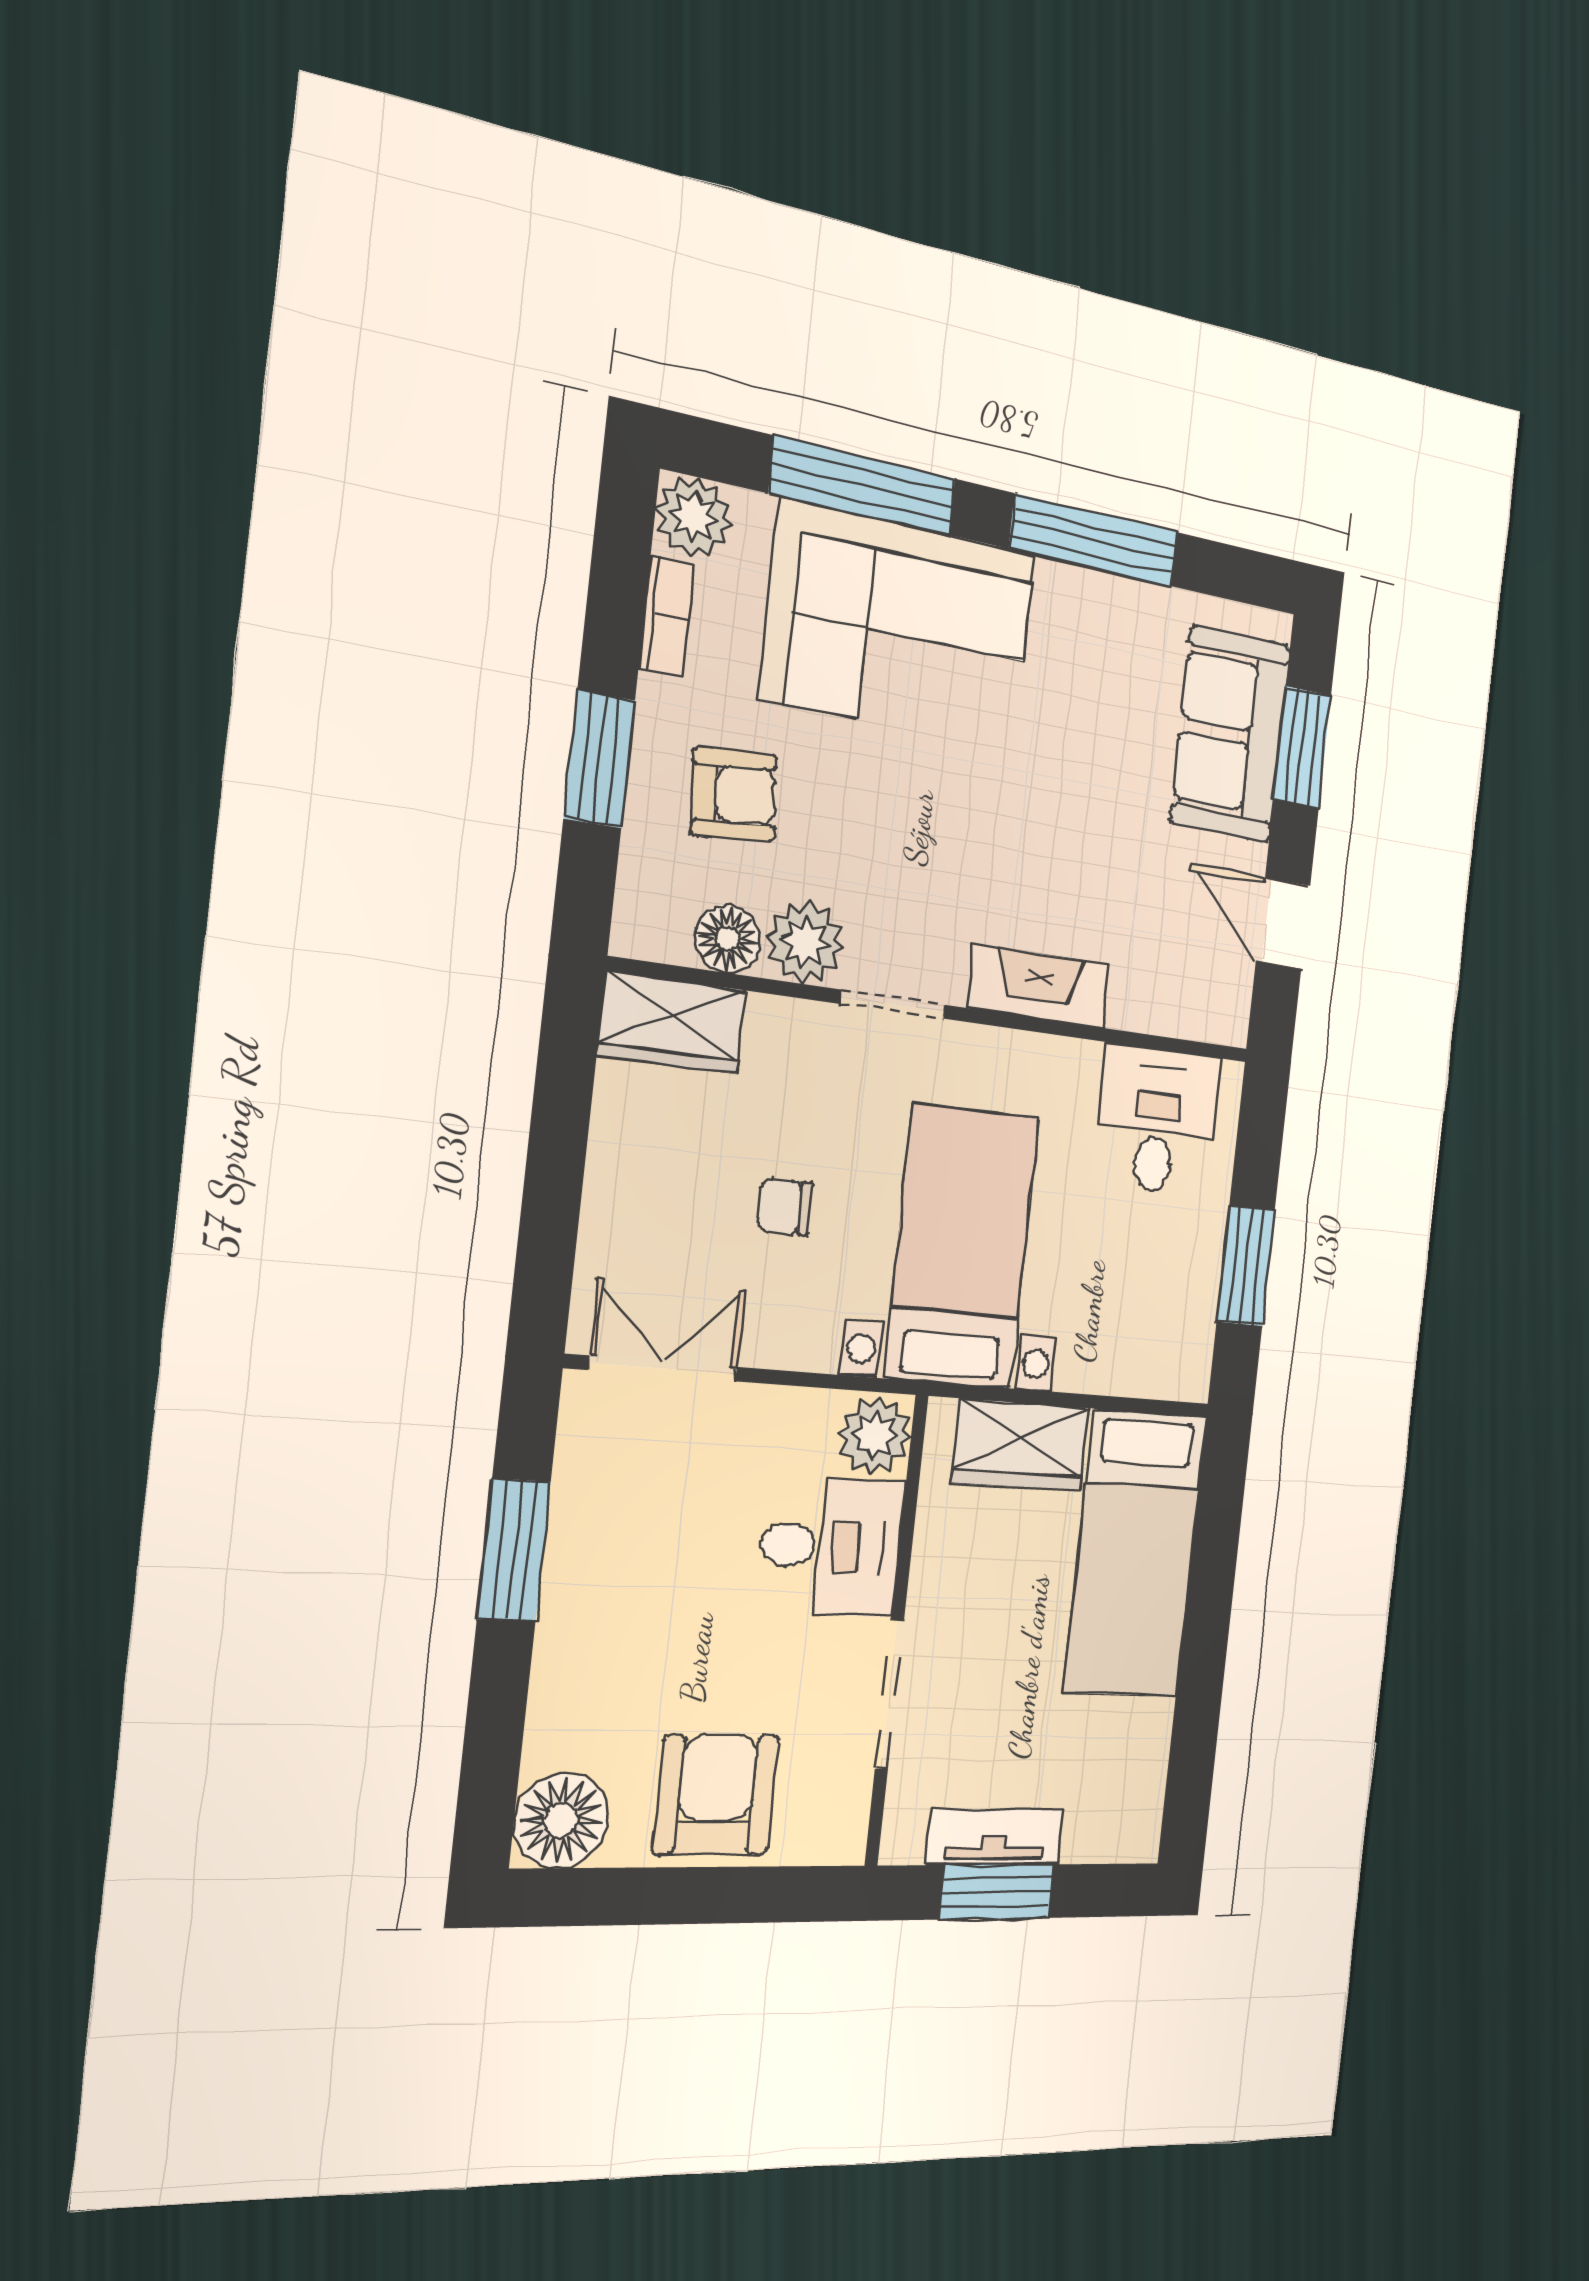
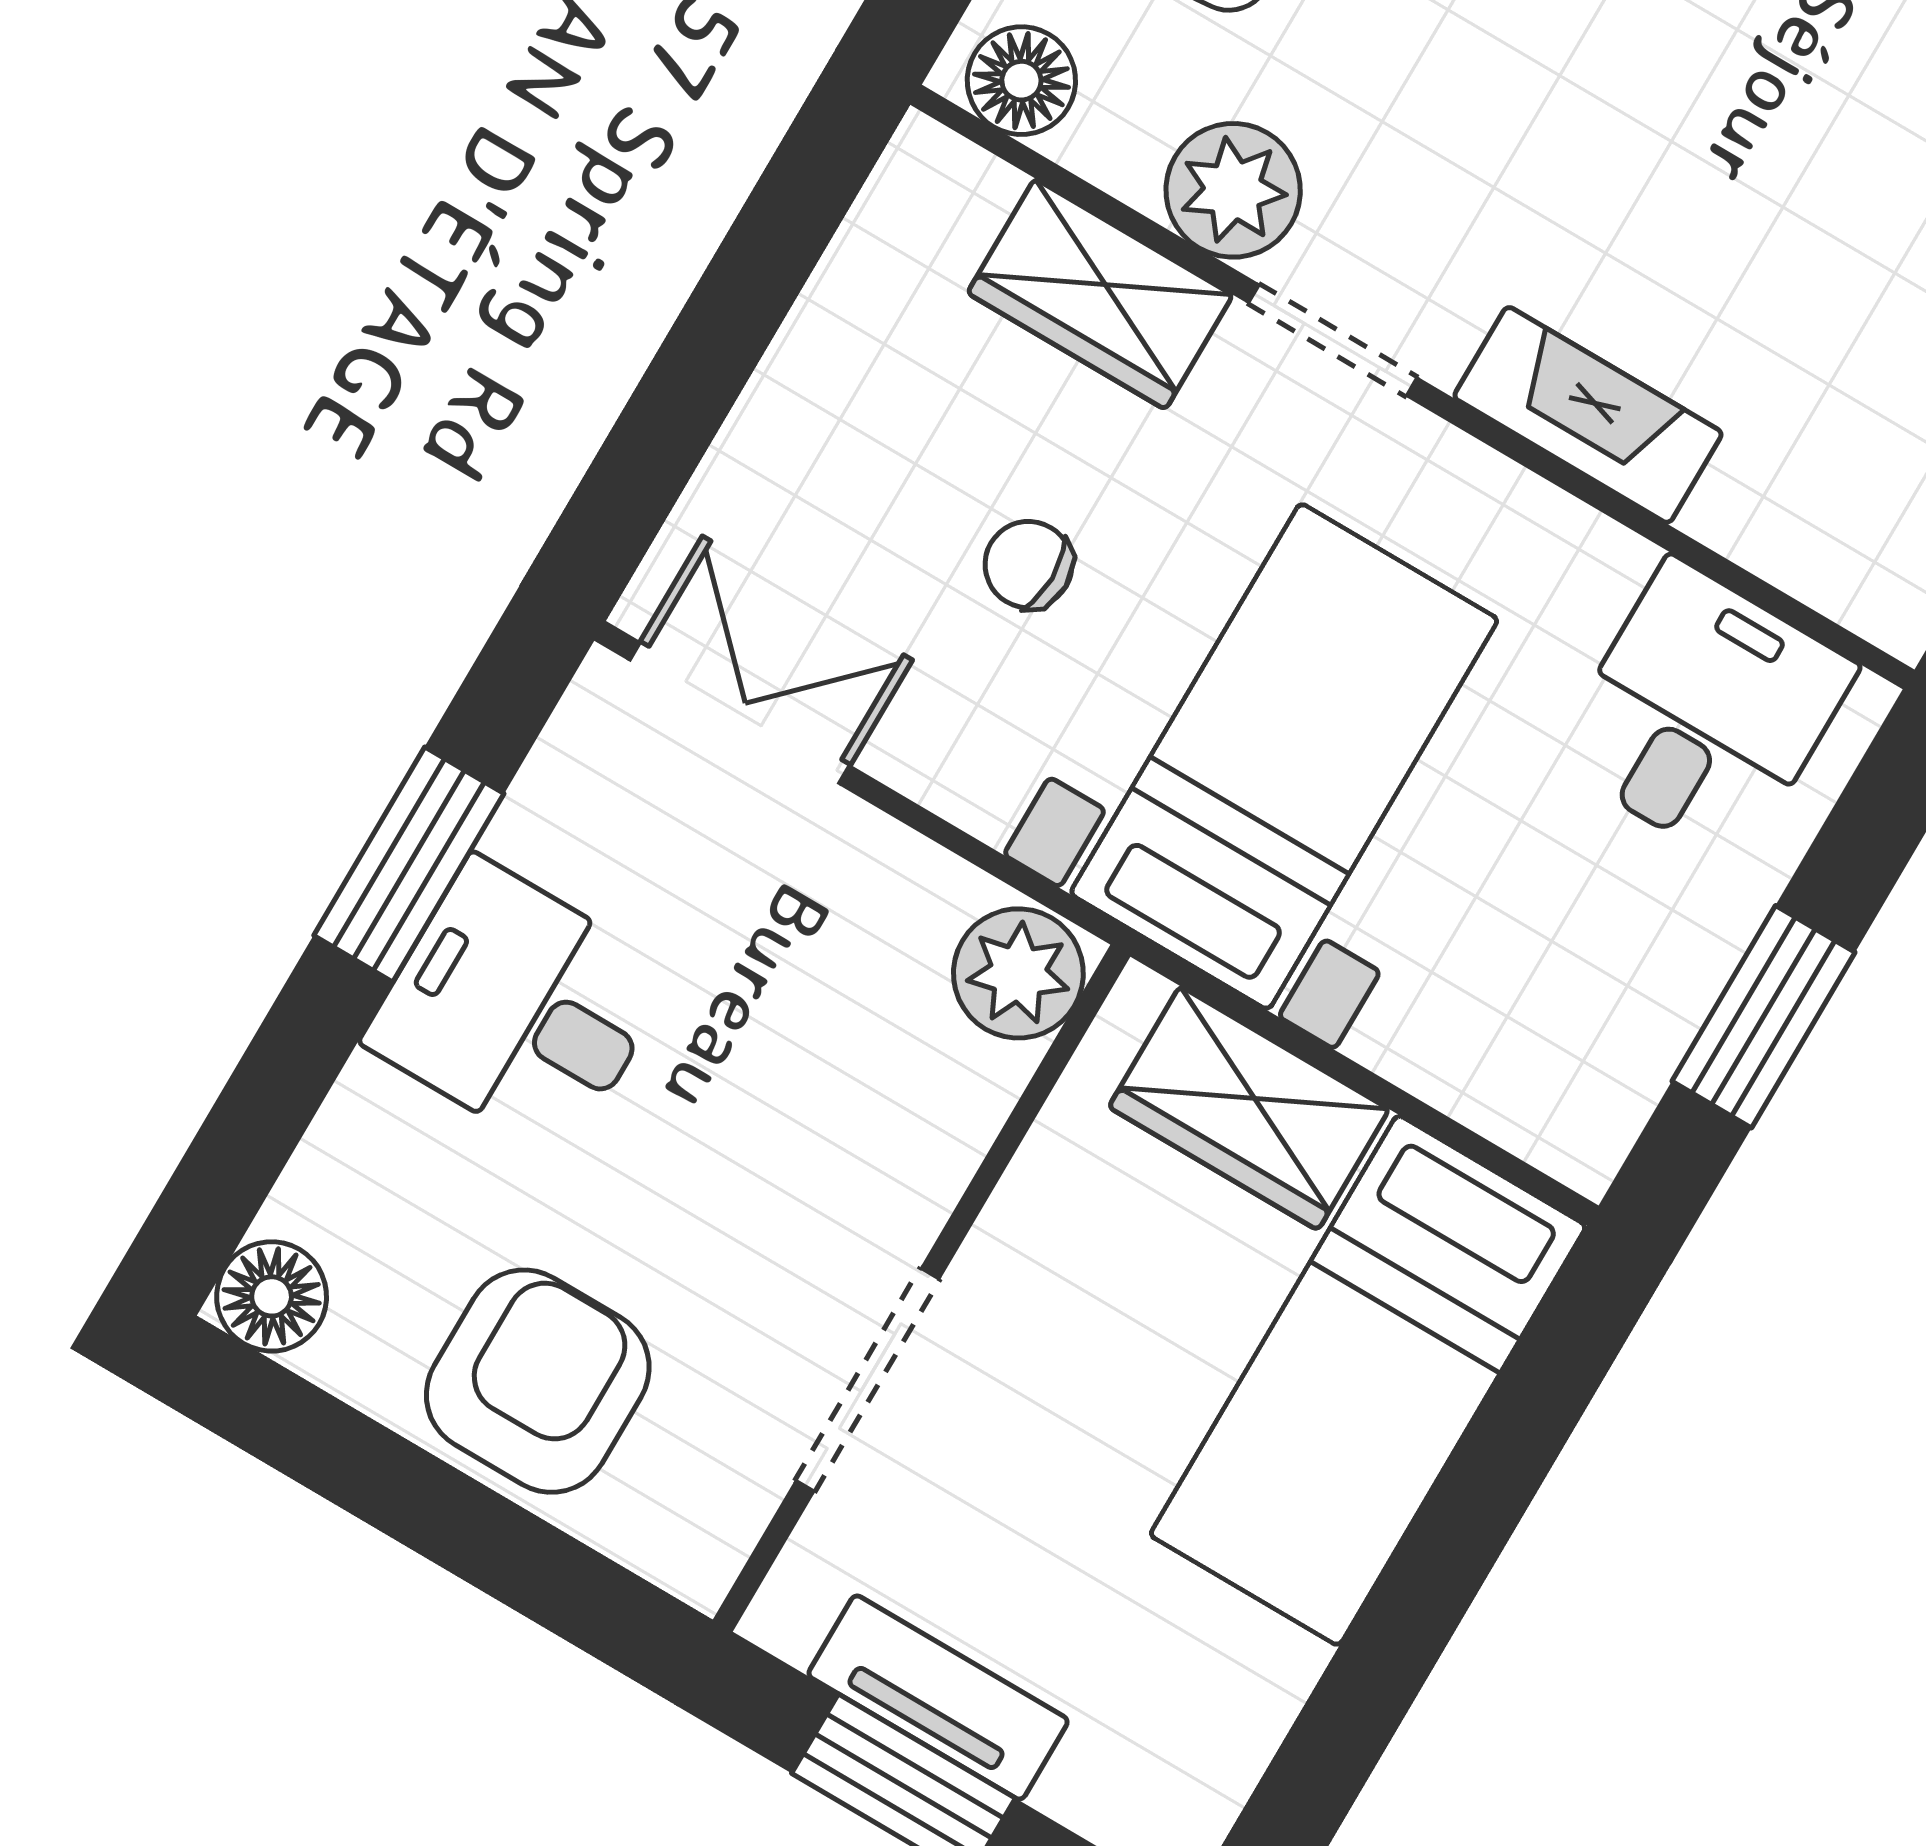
floor lamp: (728, 939) -> (1021, 81), moved
wardrobe: (672, 1023) -> (1100, 294), moved
desk: (831, 1547) -> (519, 1007), moved, turned 180
floor lamp: (561, 1820) -> (272, 1296), width x0.73, depth x0.73

